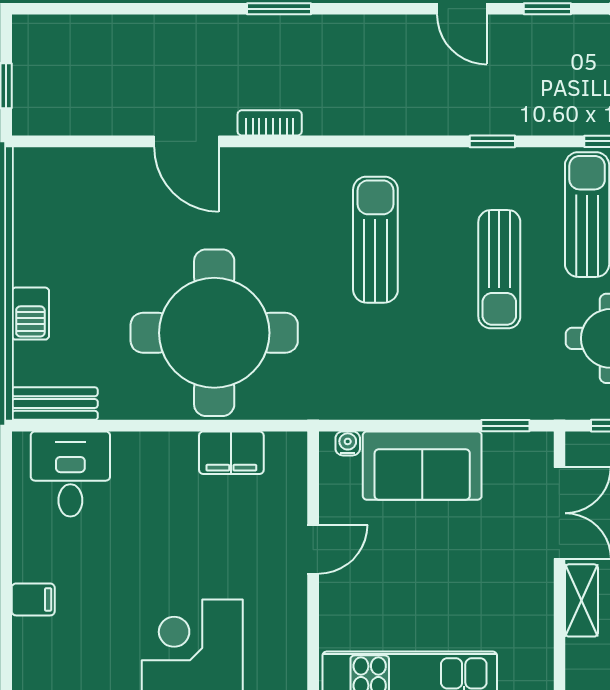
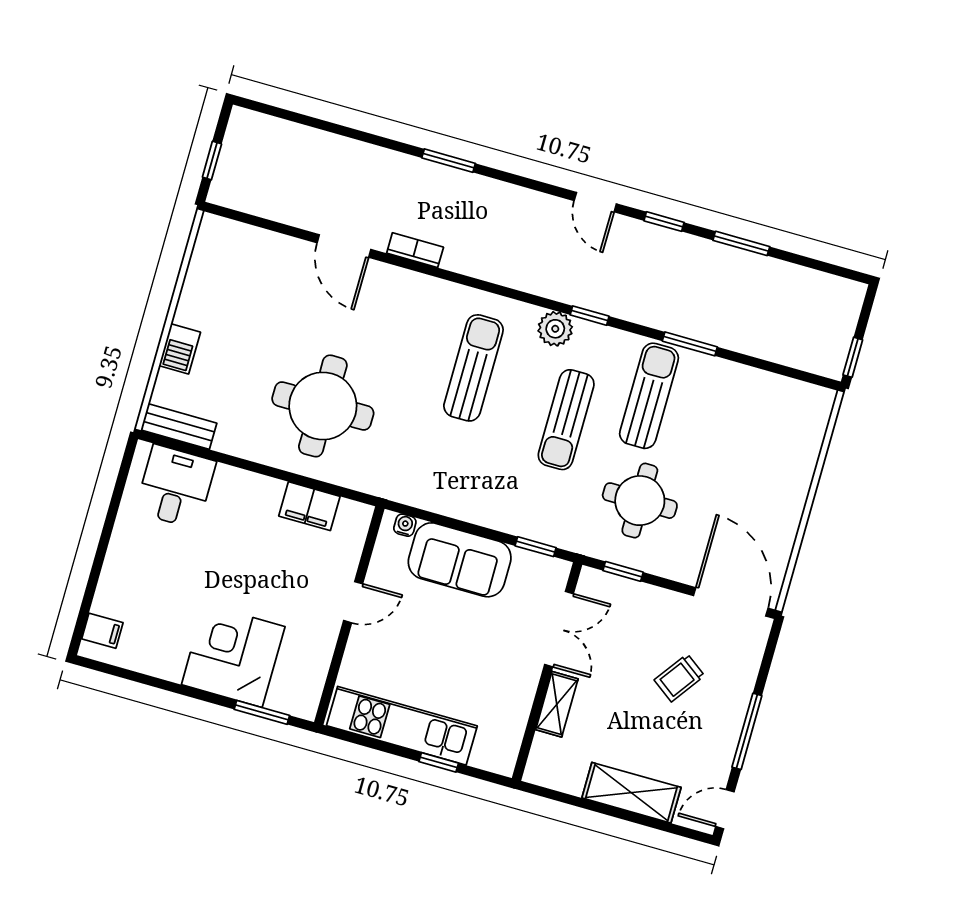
plant: (457, 168) -> (555, 329), added
round table: (214, 333) -> (323, 406), width x0.73, depth x0.73
filing cabinet: (33, 599) -> (102, 631), moved

